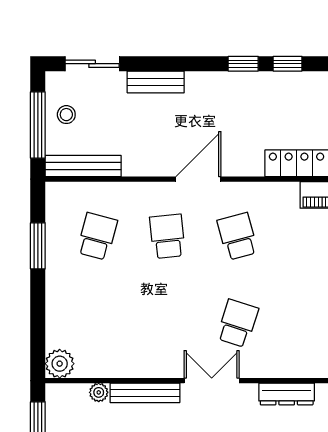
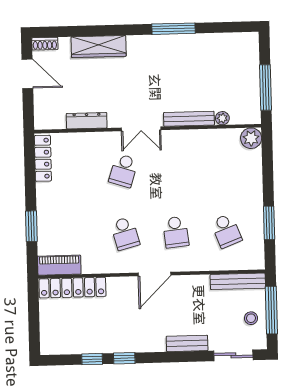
school desk: (97, 236) -> (226, 231), turned -36

